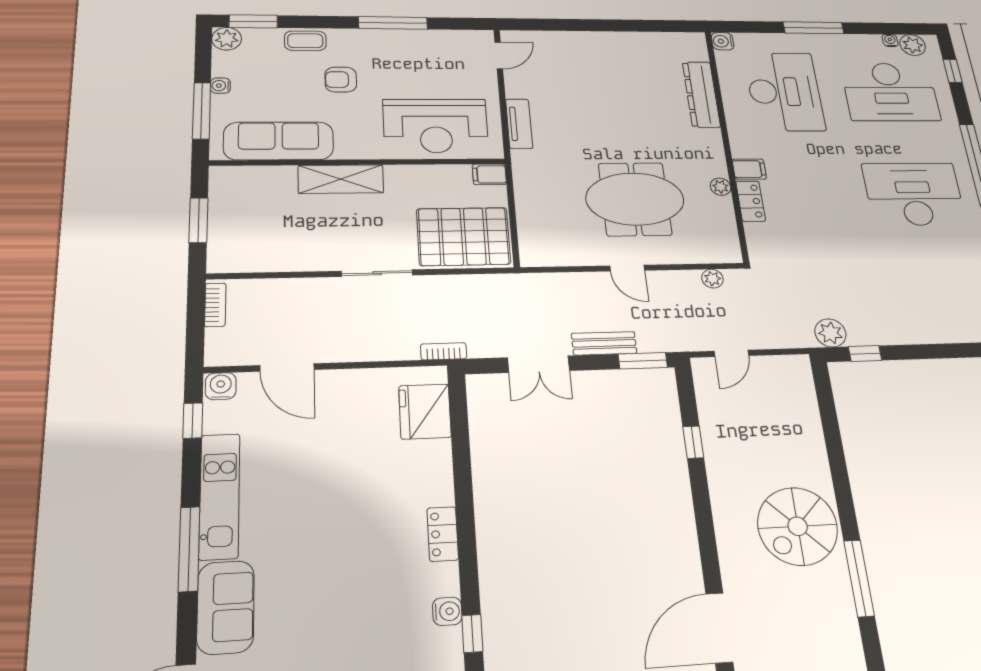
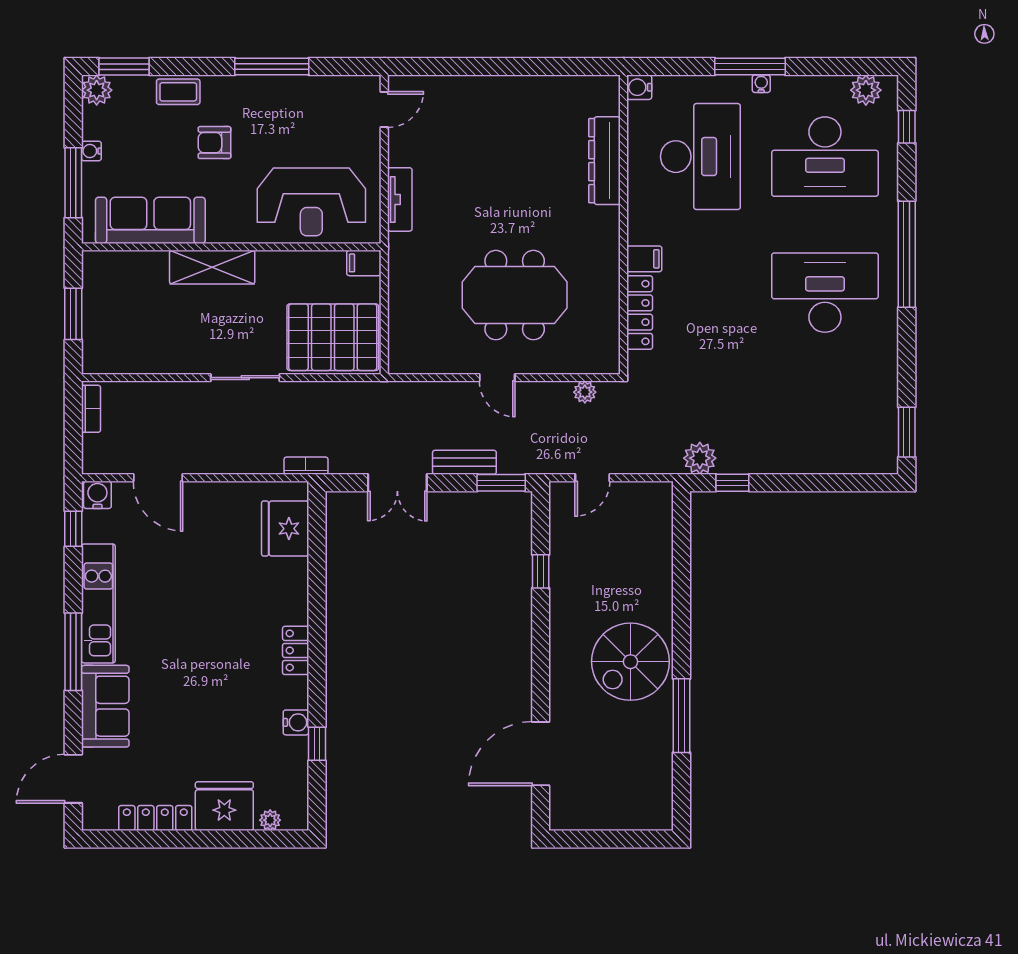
water cooler: (890, 40) -> (761, 84), moved
plant: (721, 187) -> (609, 281), removed
locker: (751, 201) -> (640, 313), width x1.53

